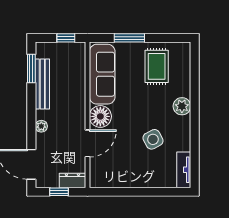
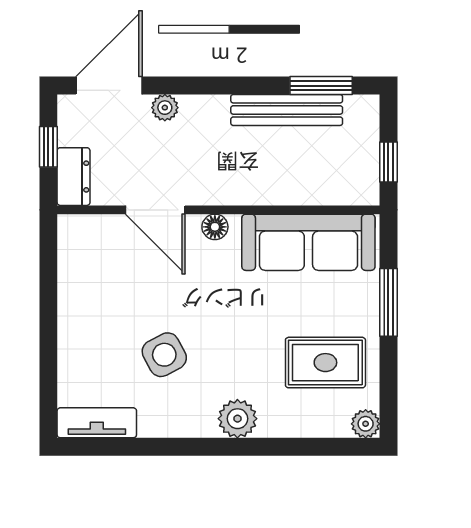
plant: (184, 48) -> (366, 424), added
floor lamp: (100, 116) -> (215, 227), width x0.53, depth x0.53
plant: (41, 126) -> (165, 108), moved

